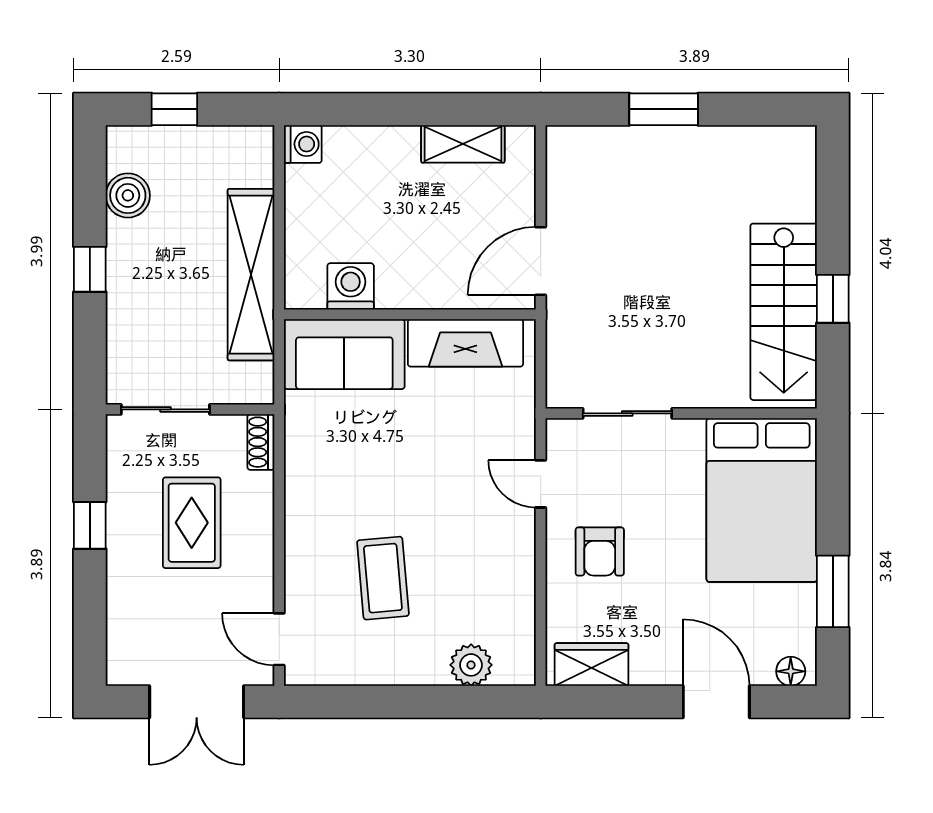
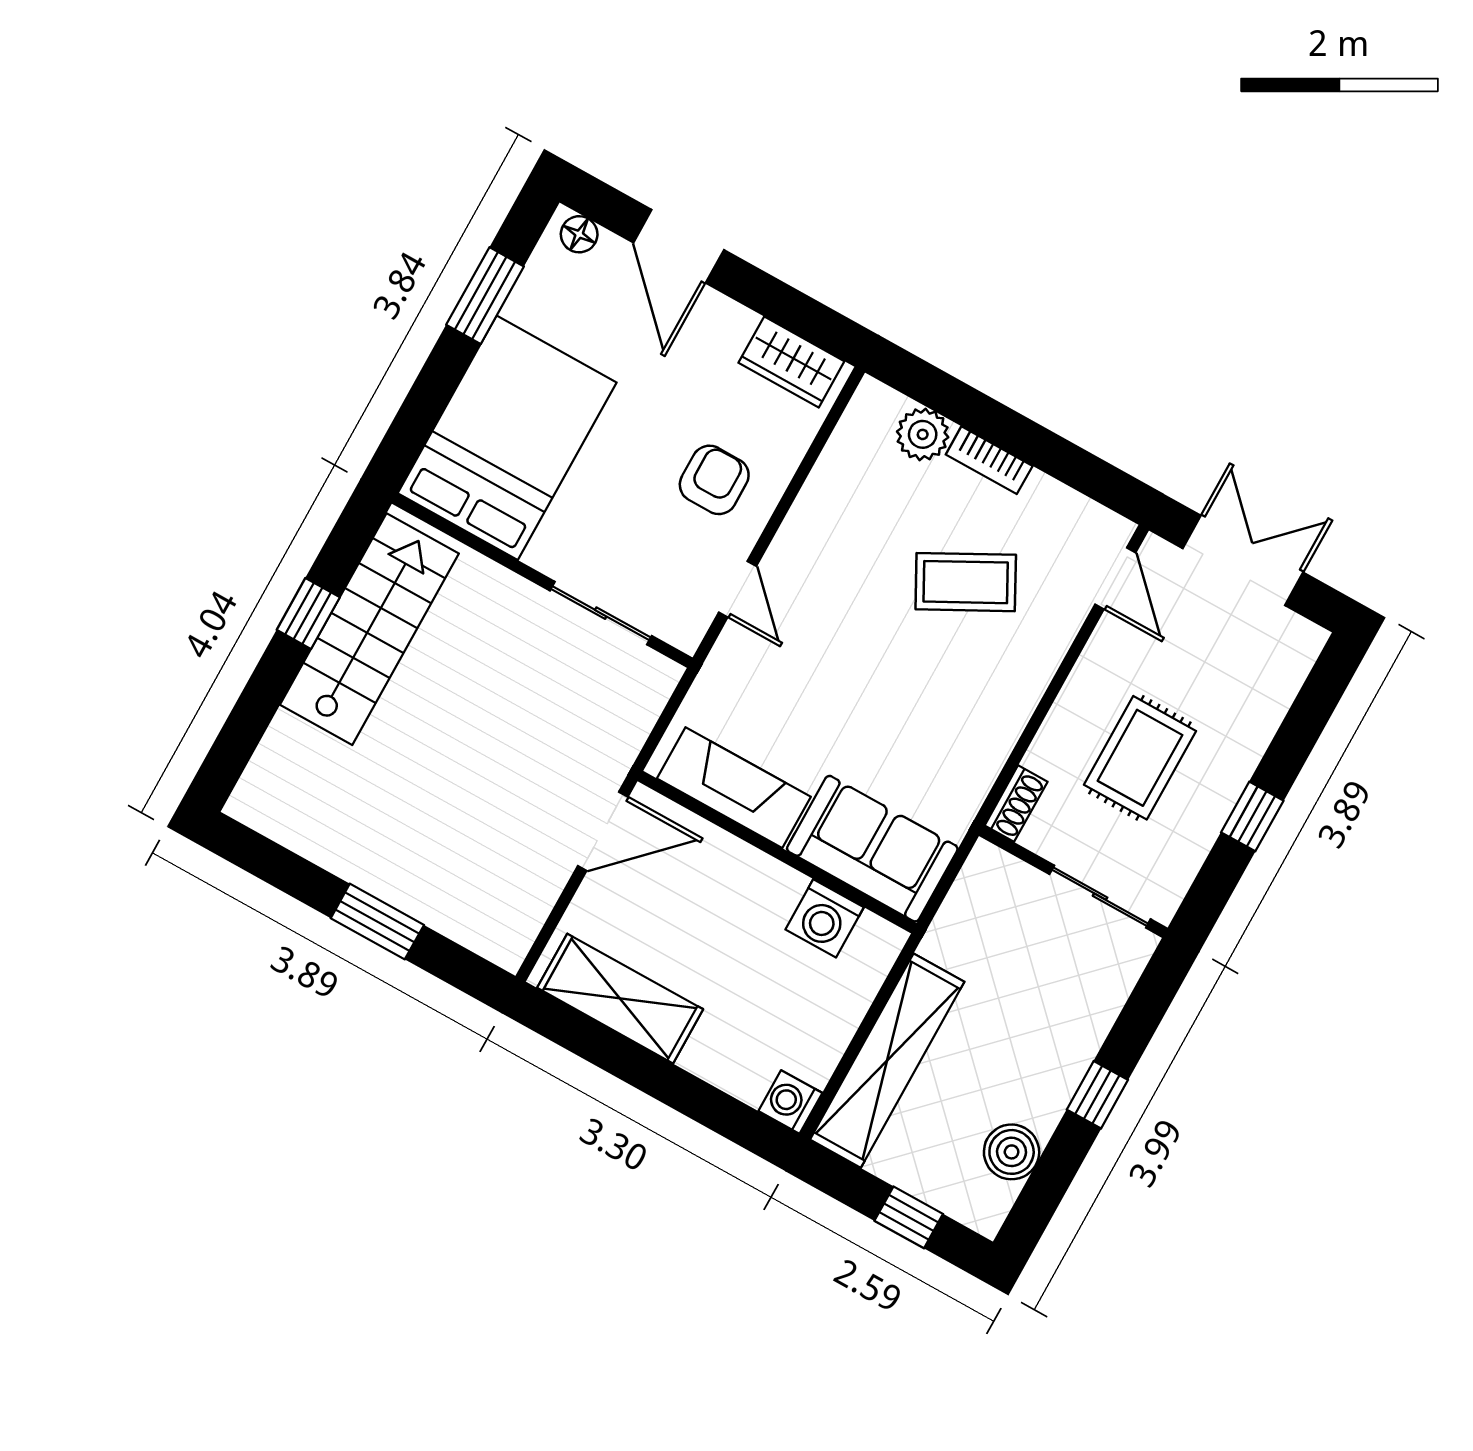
shelving: (463, 144) -> (620, 999), width x1.50, depth x1.33
shelving: (251, 275) -> (887, 1061), moved
coffee table: (383, 578) -> (966, 582), turned 67
bookcase: (414, 673) -> (989, 460), added

